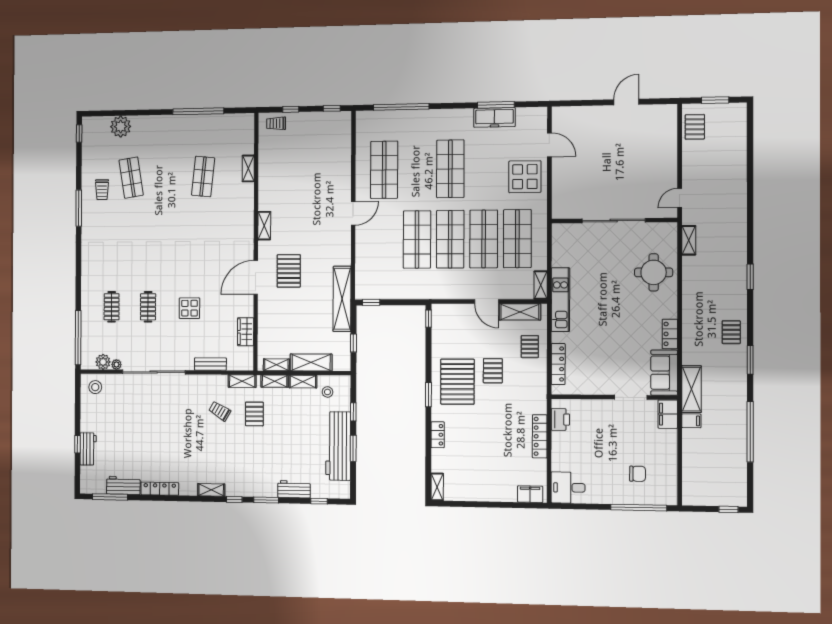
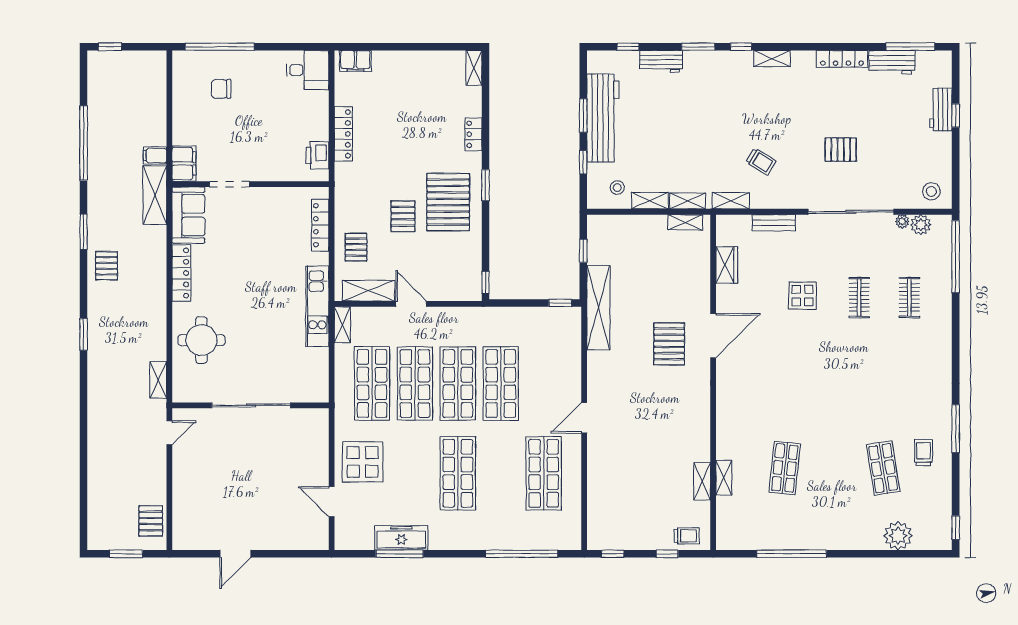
shelving: (264, 226) -> (702, 481), moved
locker: (670, 334) -> (181, 273), width x1.53
shelving: (311, 362) -> (639, 226), removed
pallet: (254, 414) -> (841, 150), moved, turned 90

